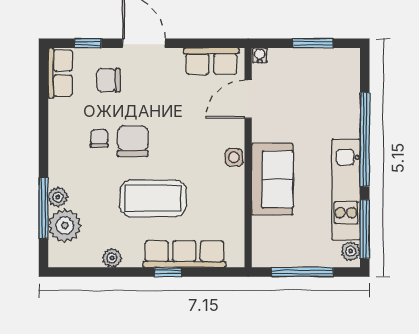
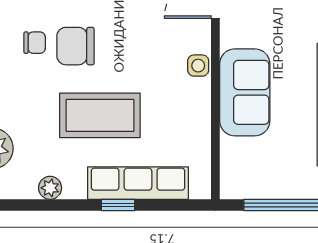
chair: (99, 138) -> (35, 43), turned 90
chair: (133, 141) -> (75, 46), turned -90

